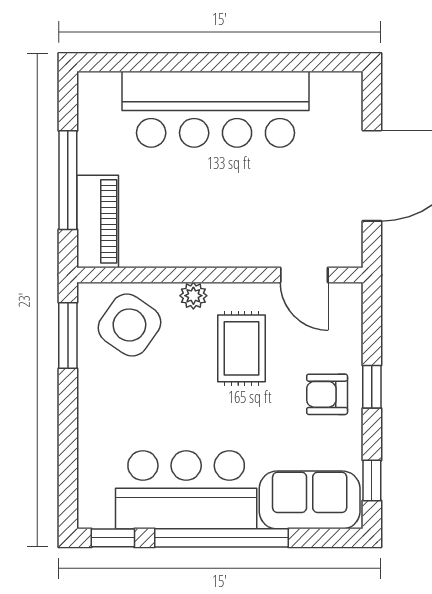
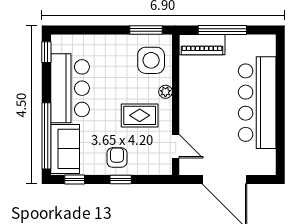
door: (304, 275) -> (176, 146), swing flipped
side table: (129, 325) -> (151, 60), turned -35
window: (222, 538) -> (46, 136), moved

